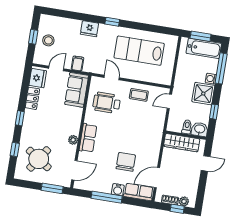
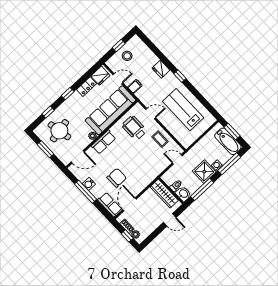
door: (112, 78) -> (151, 114), hinge flipped
sofa: (77, 90) -> (111, 110), width x1.85, depth x1.27
window: (214, 112) -> (202, 189), width x2.17
round table: (39, 159) -> (59, 131), turned 45
door: (157, 178) -> (130, 204), hinge flipped
window: (52, 188) -> (46, 149), moved
water cooler: (118, 190) -> (89, 184), moved

